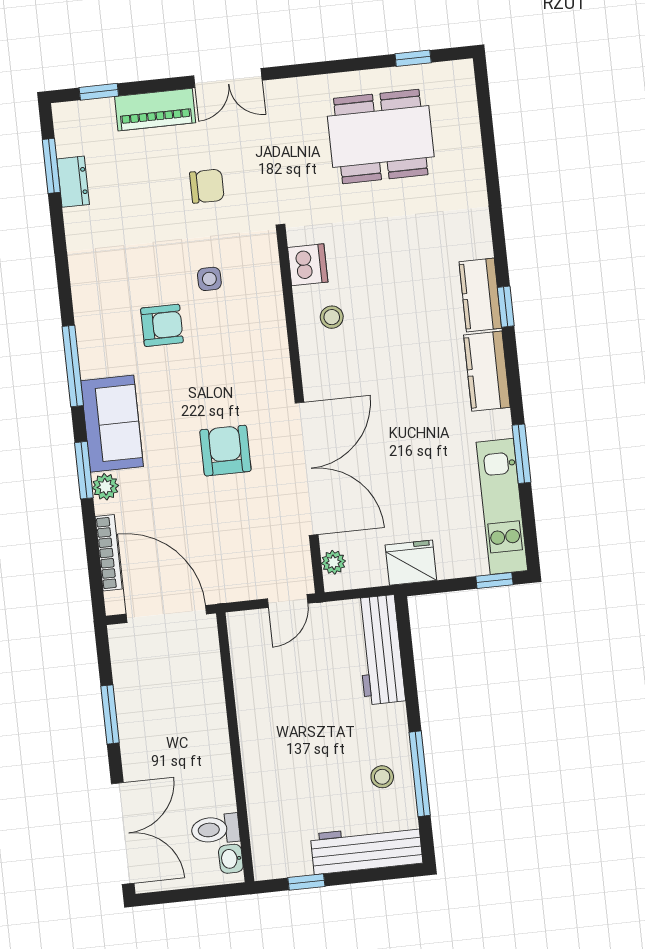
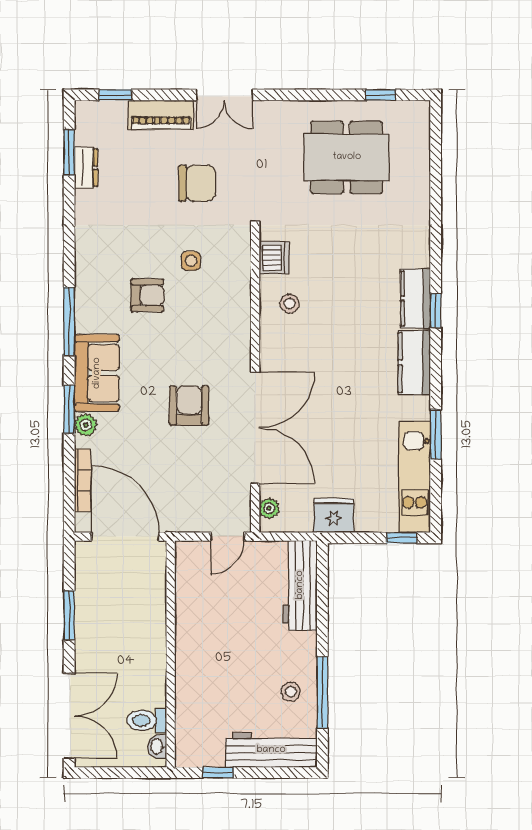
chair: (207, 186) -> (197, 183), width x1.37, depth x1.37

